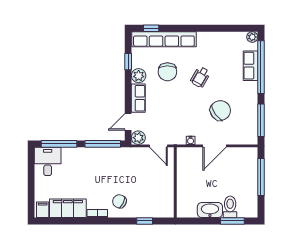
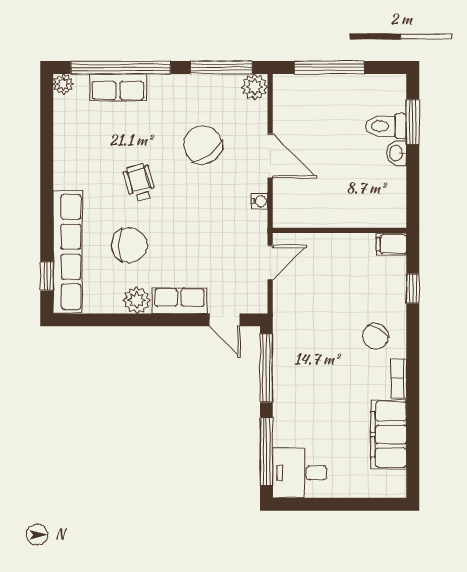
window: (128, 62) -> (110, 320), removed
wheelchair: (200, 77) -> (139, 183), turned -136
plant: (138, 138) -> (255, 87), moved
filing cabinet: (43, 210) -> (391, 244), moved
washbasin: (210, 210) -> (396, 153), width x0.52, depth x0.69

